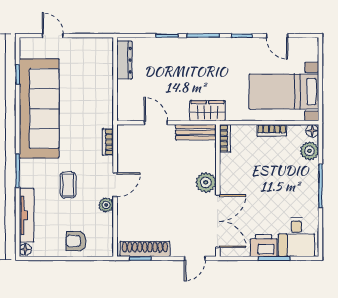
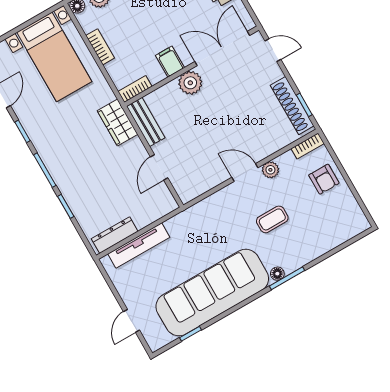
bookcase: (108, 142) -> (308, 146), moved
filing cabinet: (231, 176) -> (170, 62), added
tv unit: (27, 215) -> (139, 246), moved, turned 180
floor lamp: (25, 249) -> (277, 274), moved

